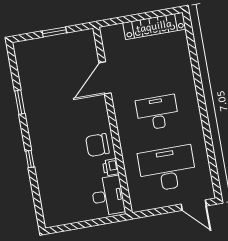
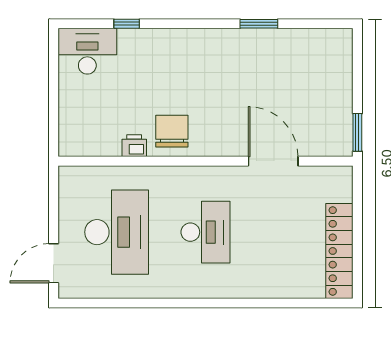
window: (54, 32) -> (357, 132), moved
window: (30, 159) -> (127, 24), moved
desk: (108, 196) -> (87, 51), moved, turned 180

